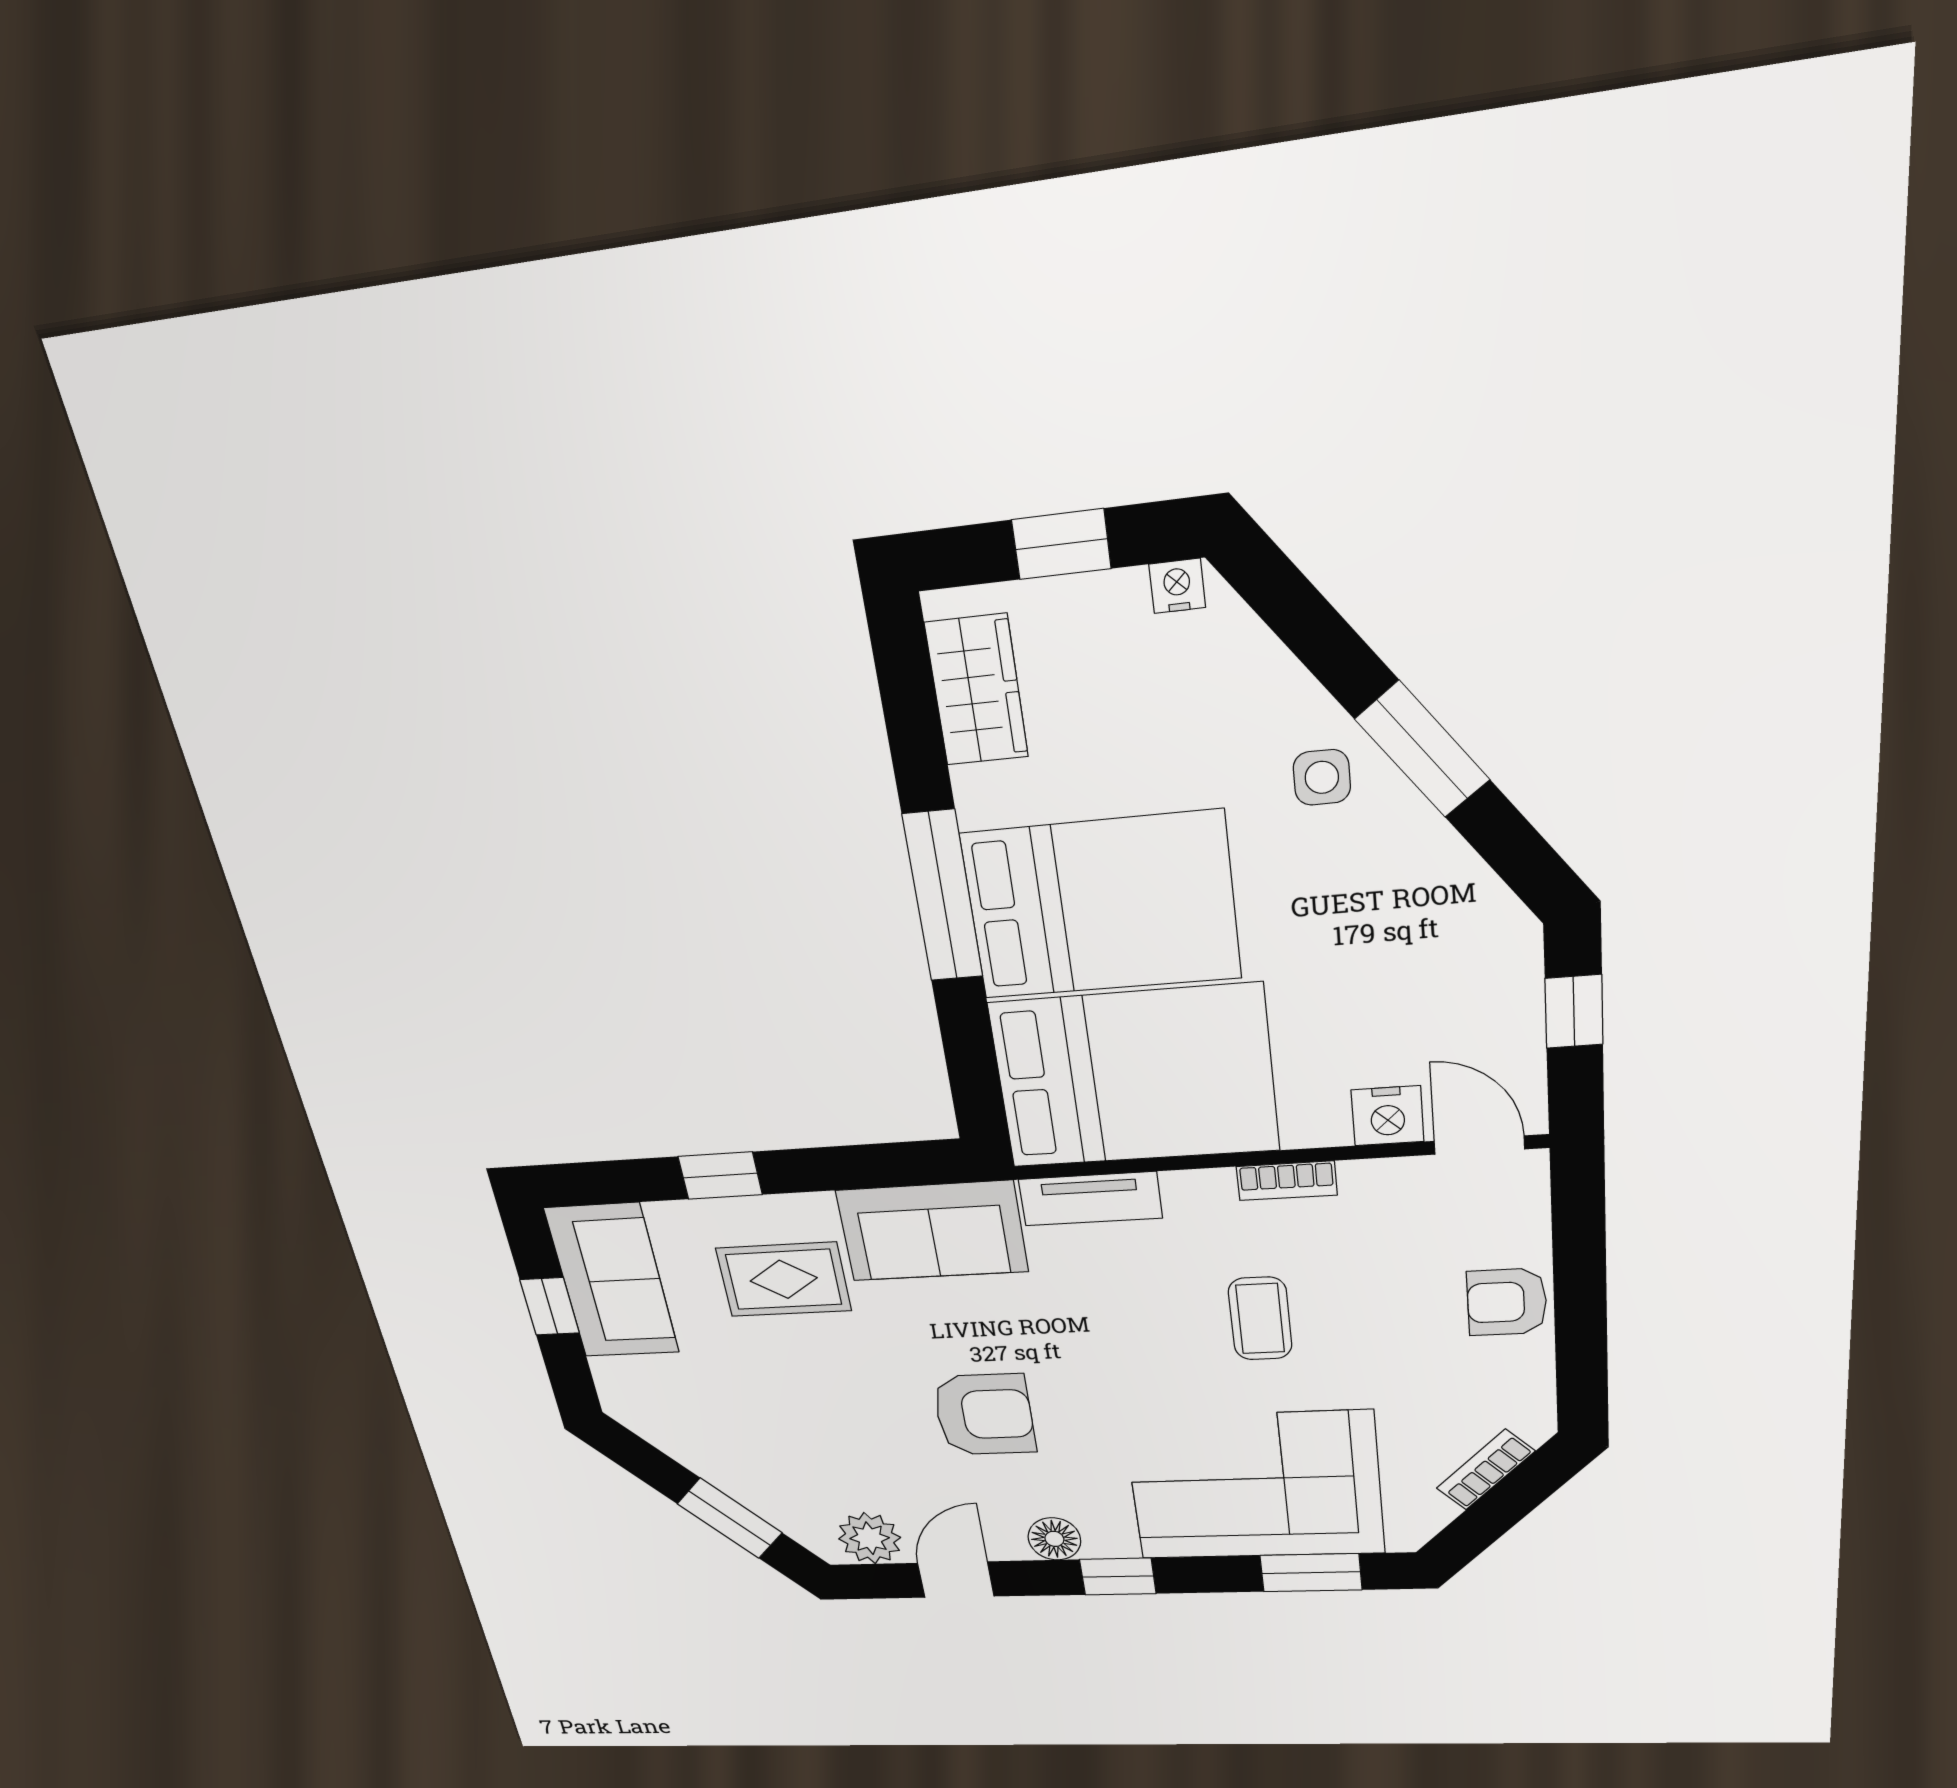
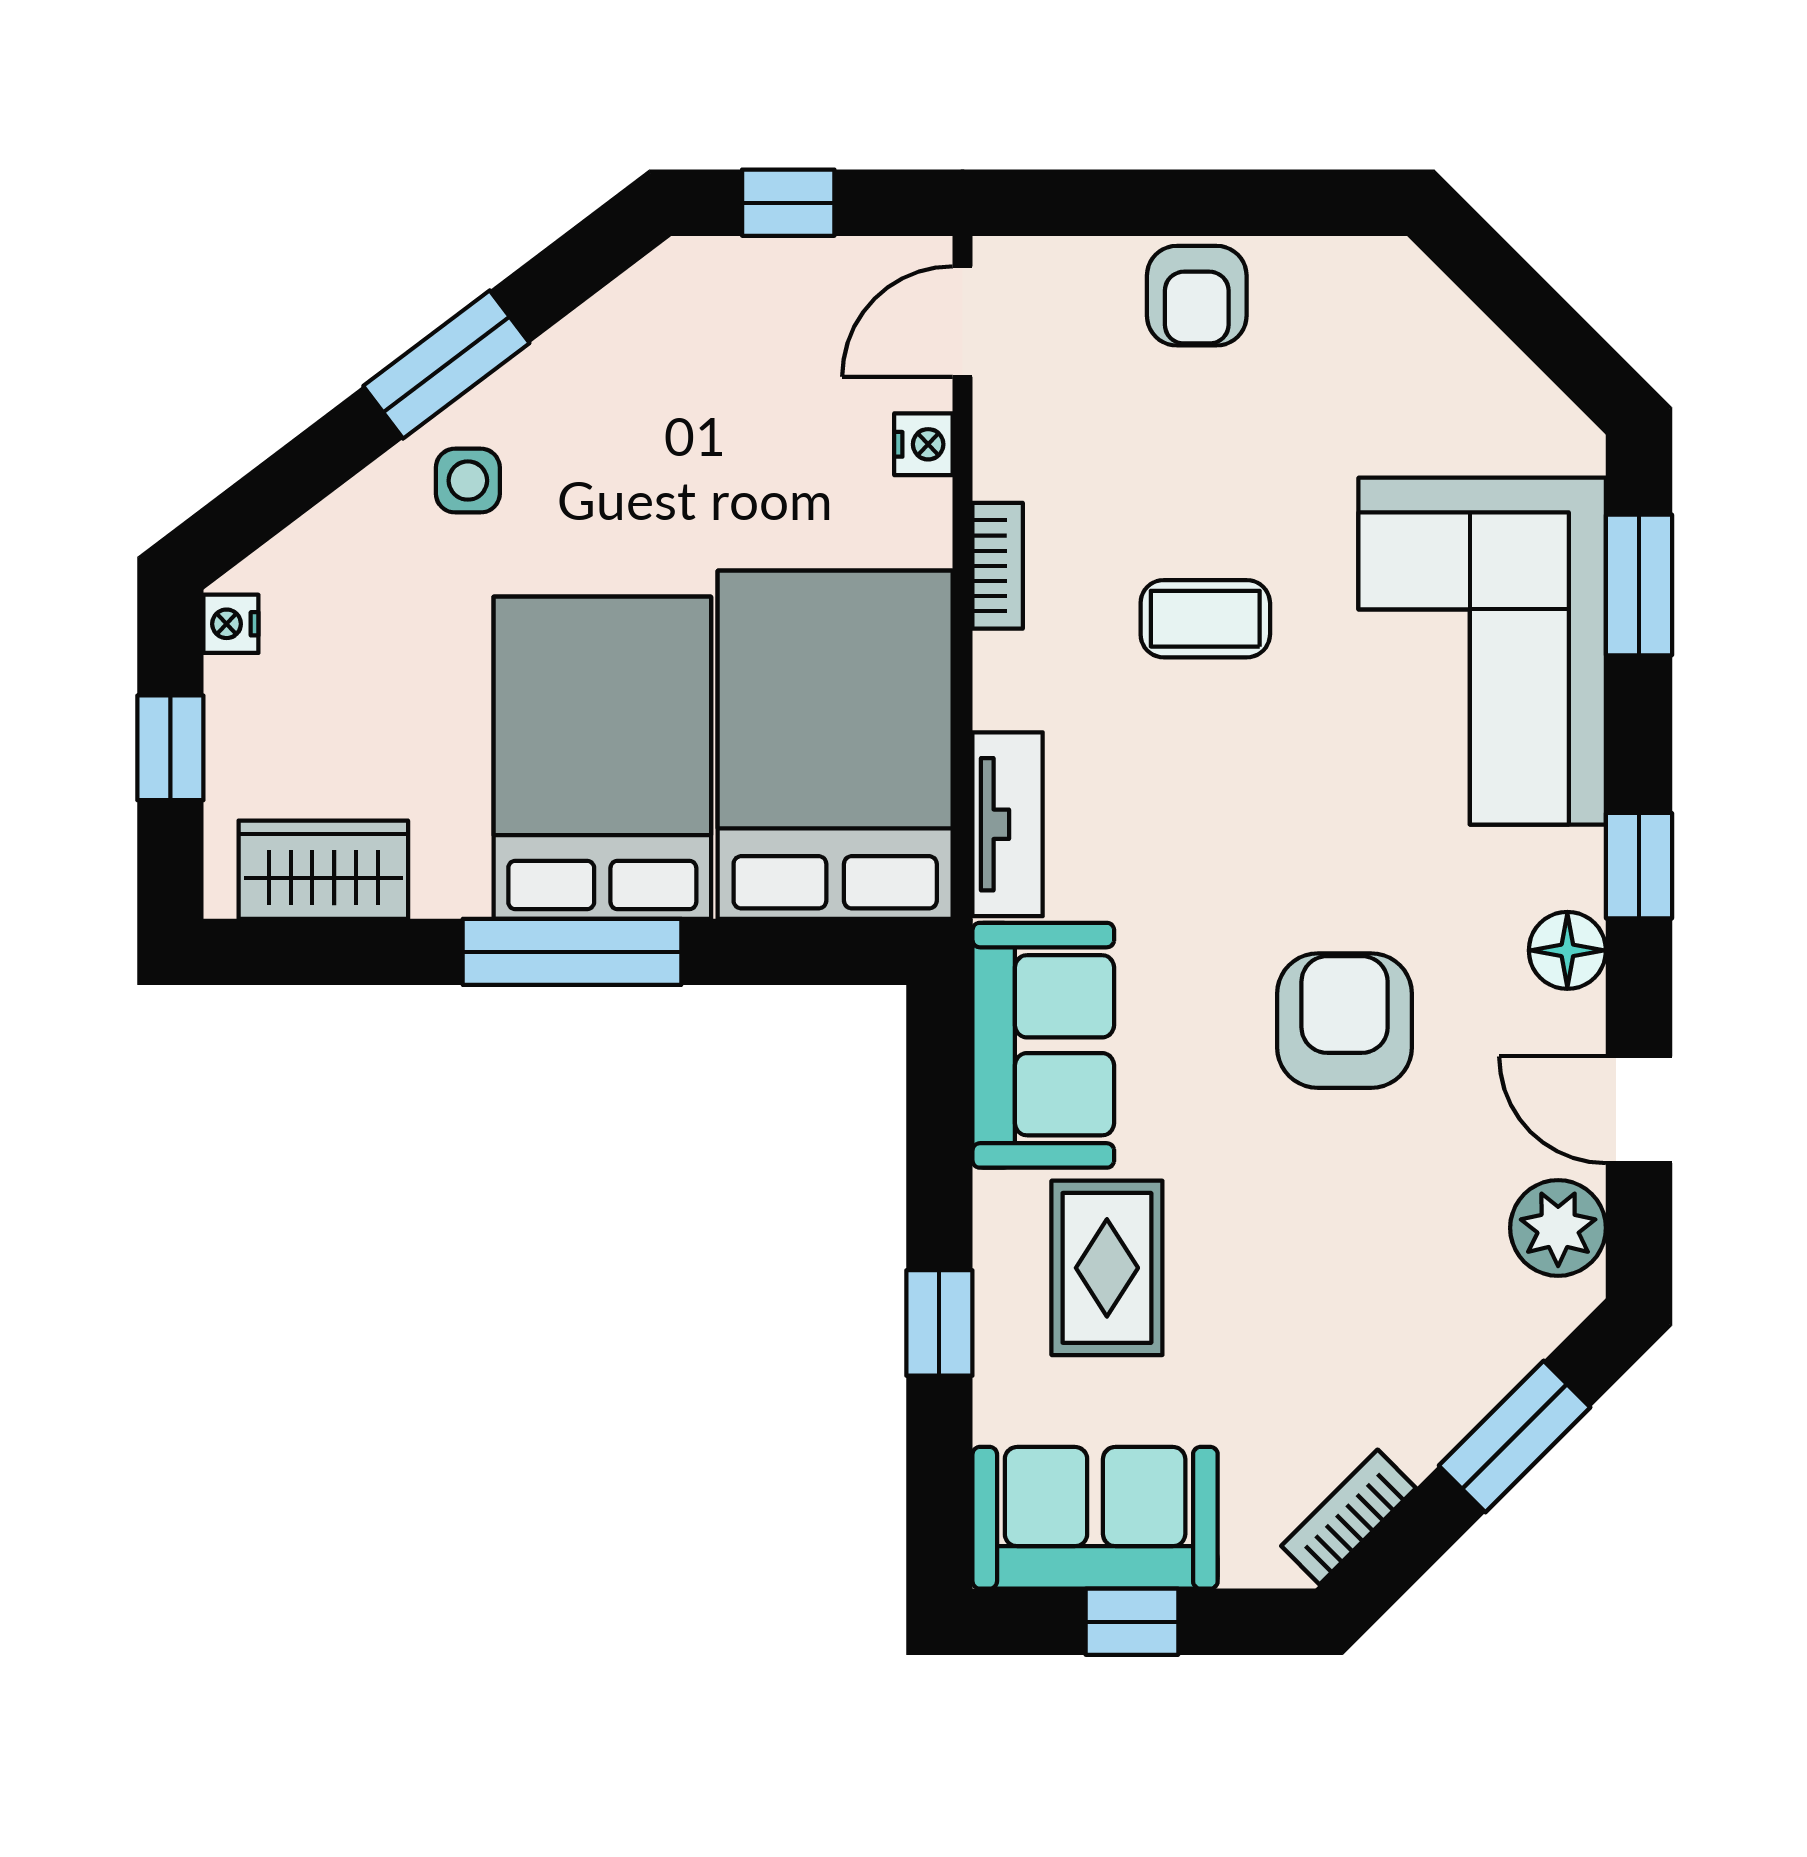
nightstand: (1388, 1116) -> (923, 444), width x0.72, depth x0.74
bookcase: (1486, 1470) -> (1349, 1517), moved, turned 90

